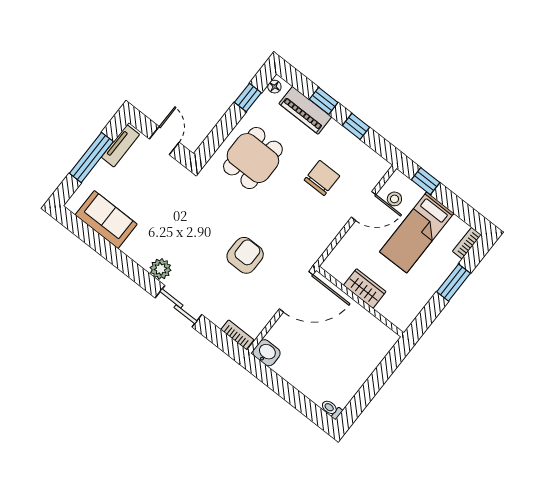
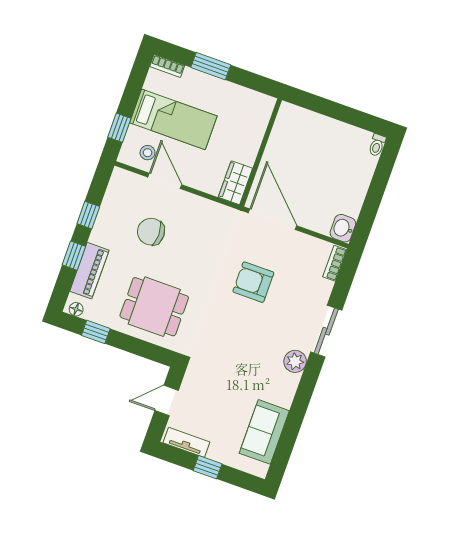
window: (91, 157) -> (208, 467), width x0.46
wardrobe: (365, 288) -> (235, 183), moved

